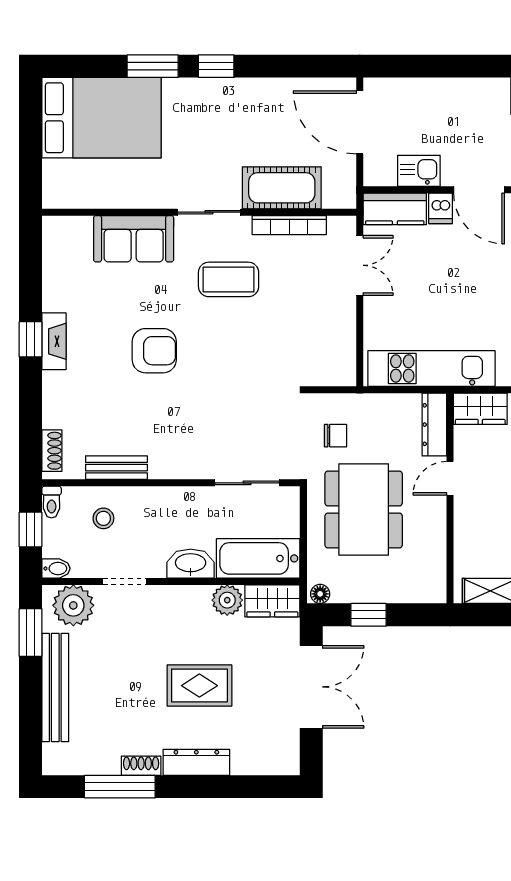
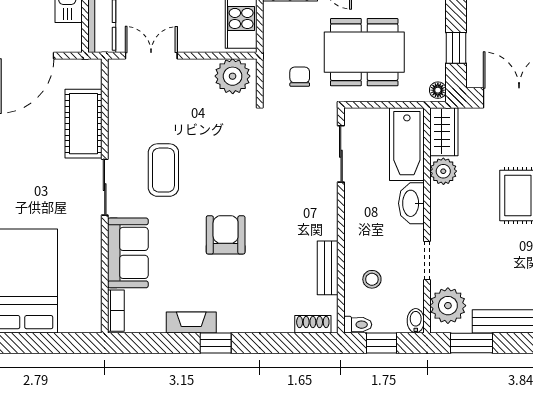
bookcase: (289, 225) -> (116, 311), moved, width x0.64
fireplace: (54, 341) -> (191, 322), moved
plant: (336, 359) -> (233, 76), added

